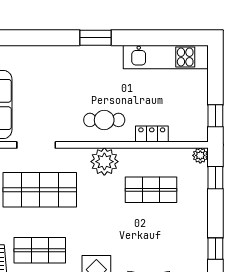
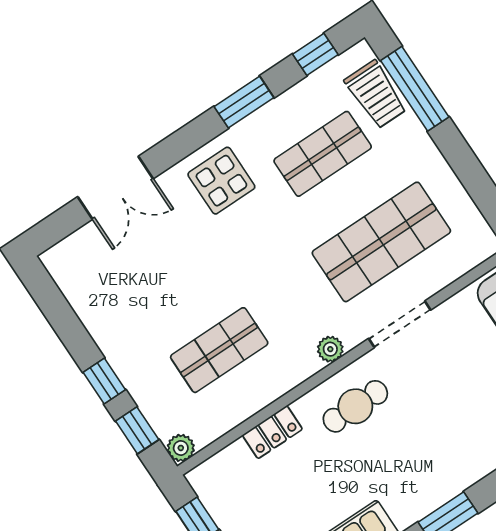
doorway: (36, 145) -> (400, 324), moved
plant: (104, 162) -> (330, 349), width x0.53, depth x0.53
window: (215, 249) -> (104, 381), moved

